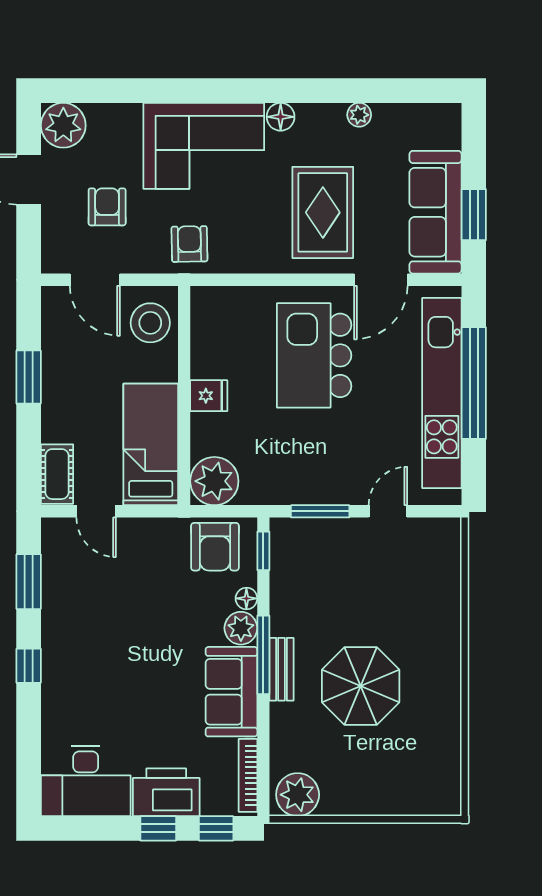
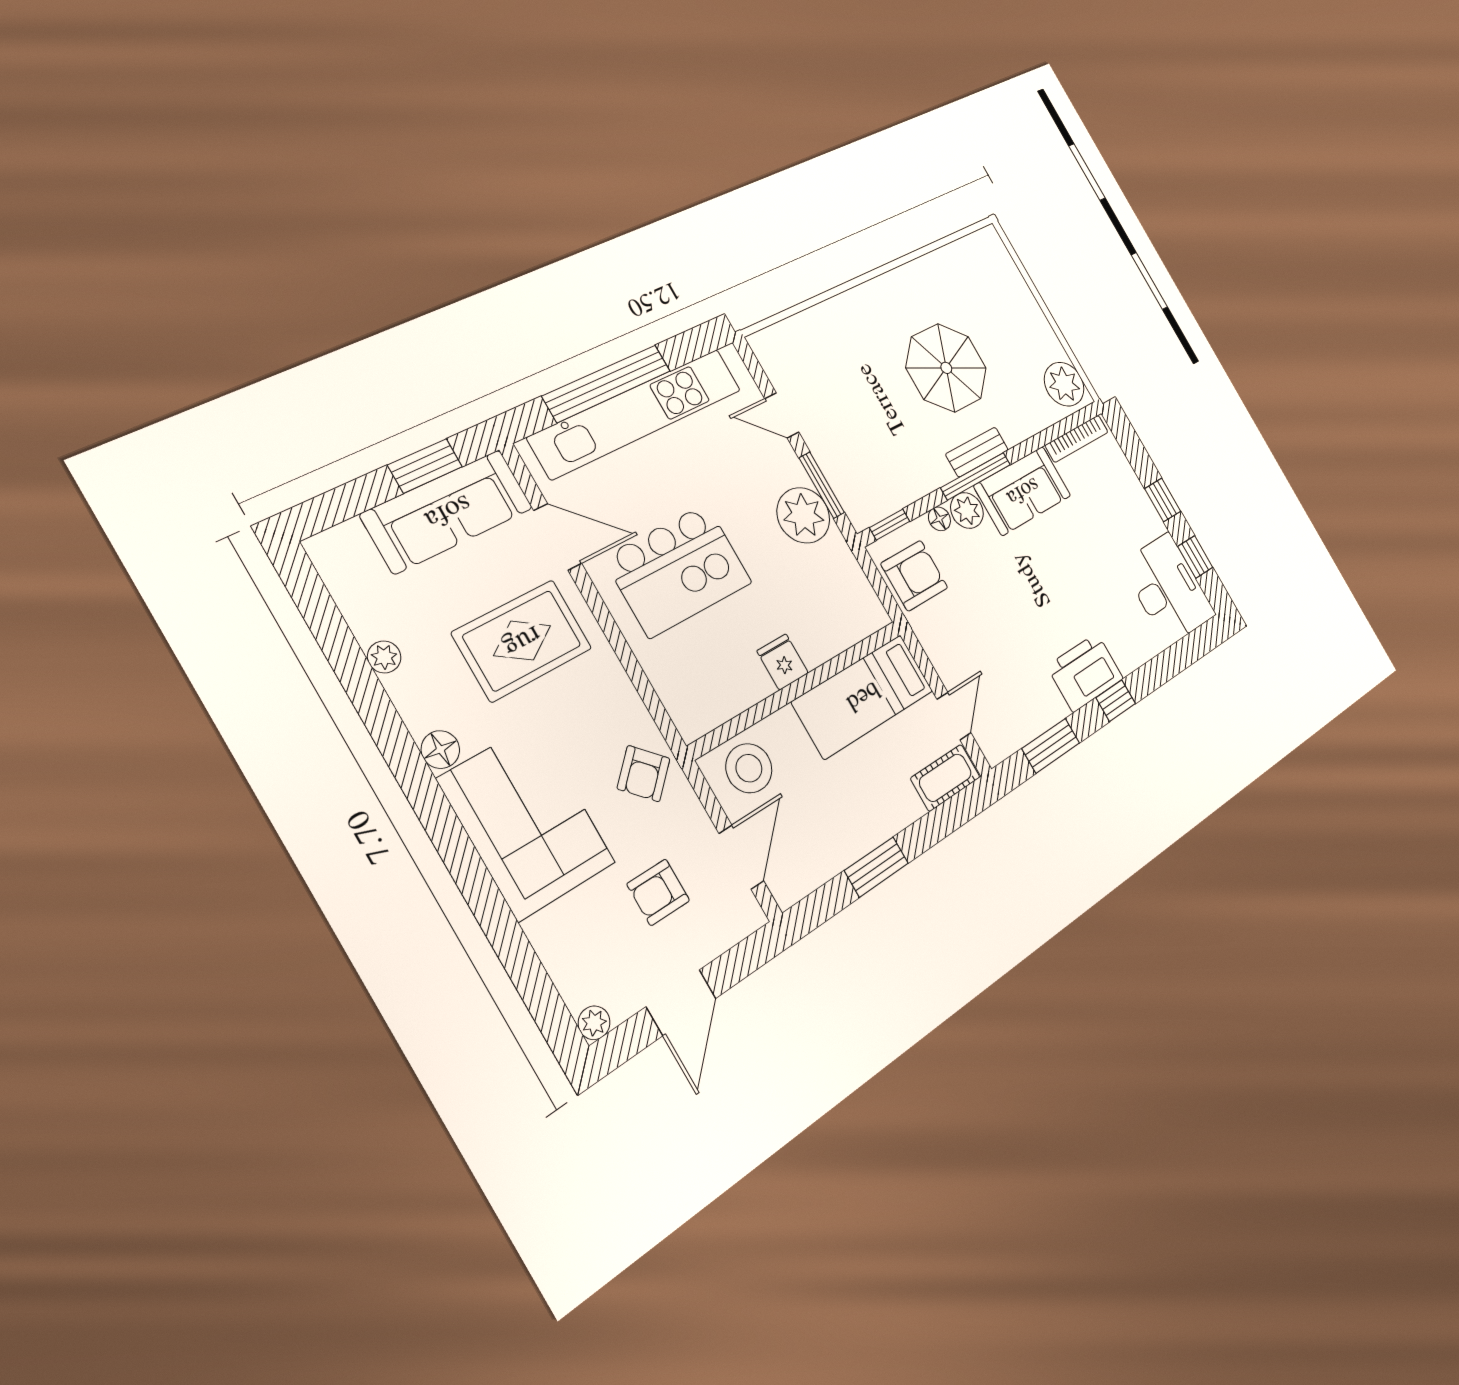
plant: (63, 125) -> (594, 1023), width x0.53, depth x0.53
armchair: (189, 244) -> (644, 774), turned -43
plant: (214, 481) -> (803, 515), moved
printer: (166, 792) -> (1085, 672), moved, turned 90
window: (216, 828) -> (1195, 557), moved

